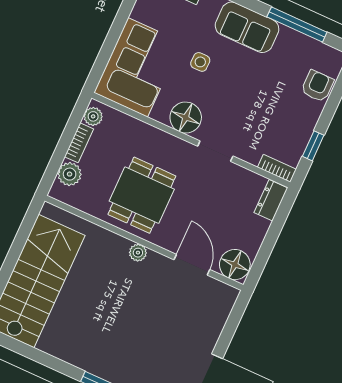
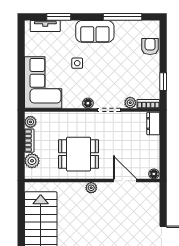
floor lamp: (186, 118) -> (88, 103), width x0.53, depth x0.53
plant: (251, 155) -> (130, 103), added
dining table: (142, 195) -> (79, 154), turned 90
floor lamp: (235, 265) -> (154, 174), width x0.53, depth x0.53

